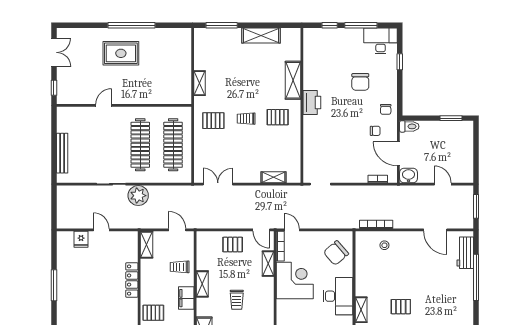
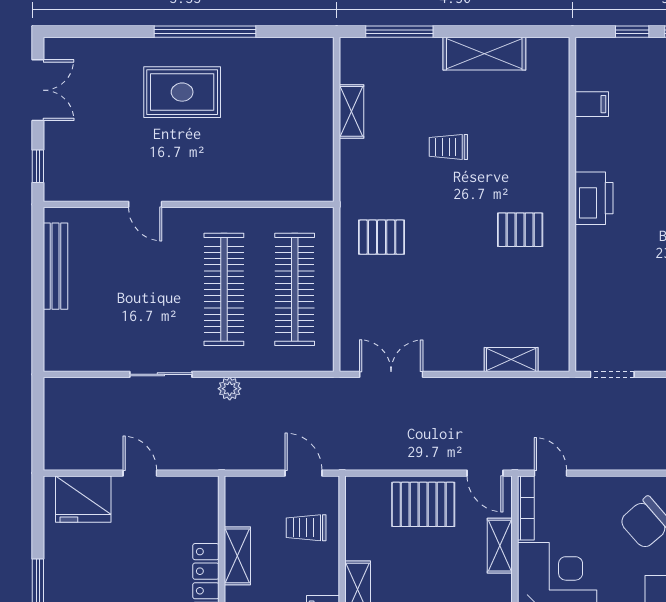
filing cabinet: (311, 59) -> (592, 104), added
shelving: (293, 80) -> (553, 150), removed
shelving: (199, 83) -> (352, 111), moved
door: (104, 105) -> (145, 204), swing flipped
trolley: (246, 119) -> (448, 147), moved
bench: (62, 153) -> (55, 266), moved
plant: (138, 196) -> (230, 389), width x0.53, depth x0.53
fridge: (81, 239) -> (83, 499), width x1.88, depth x1.34
shelving: (146, 245) -> (237, 556), moved
pallet: (233, 245) -> (423, 504), width x1.50, depth x1.42
trolley: (180, 267) -> (306, 528), moved

